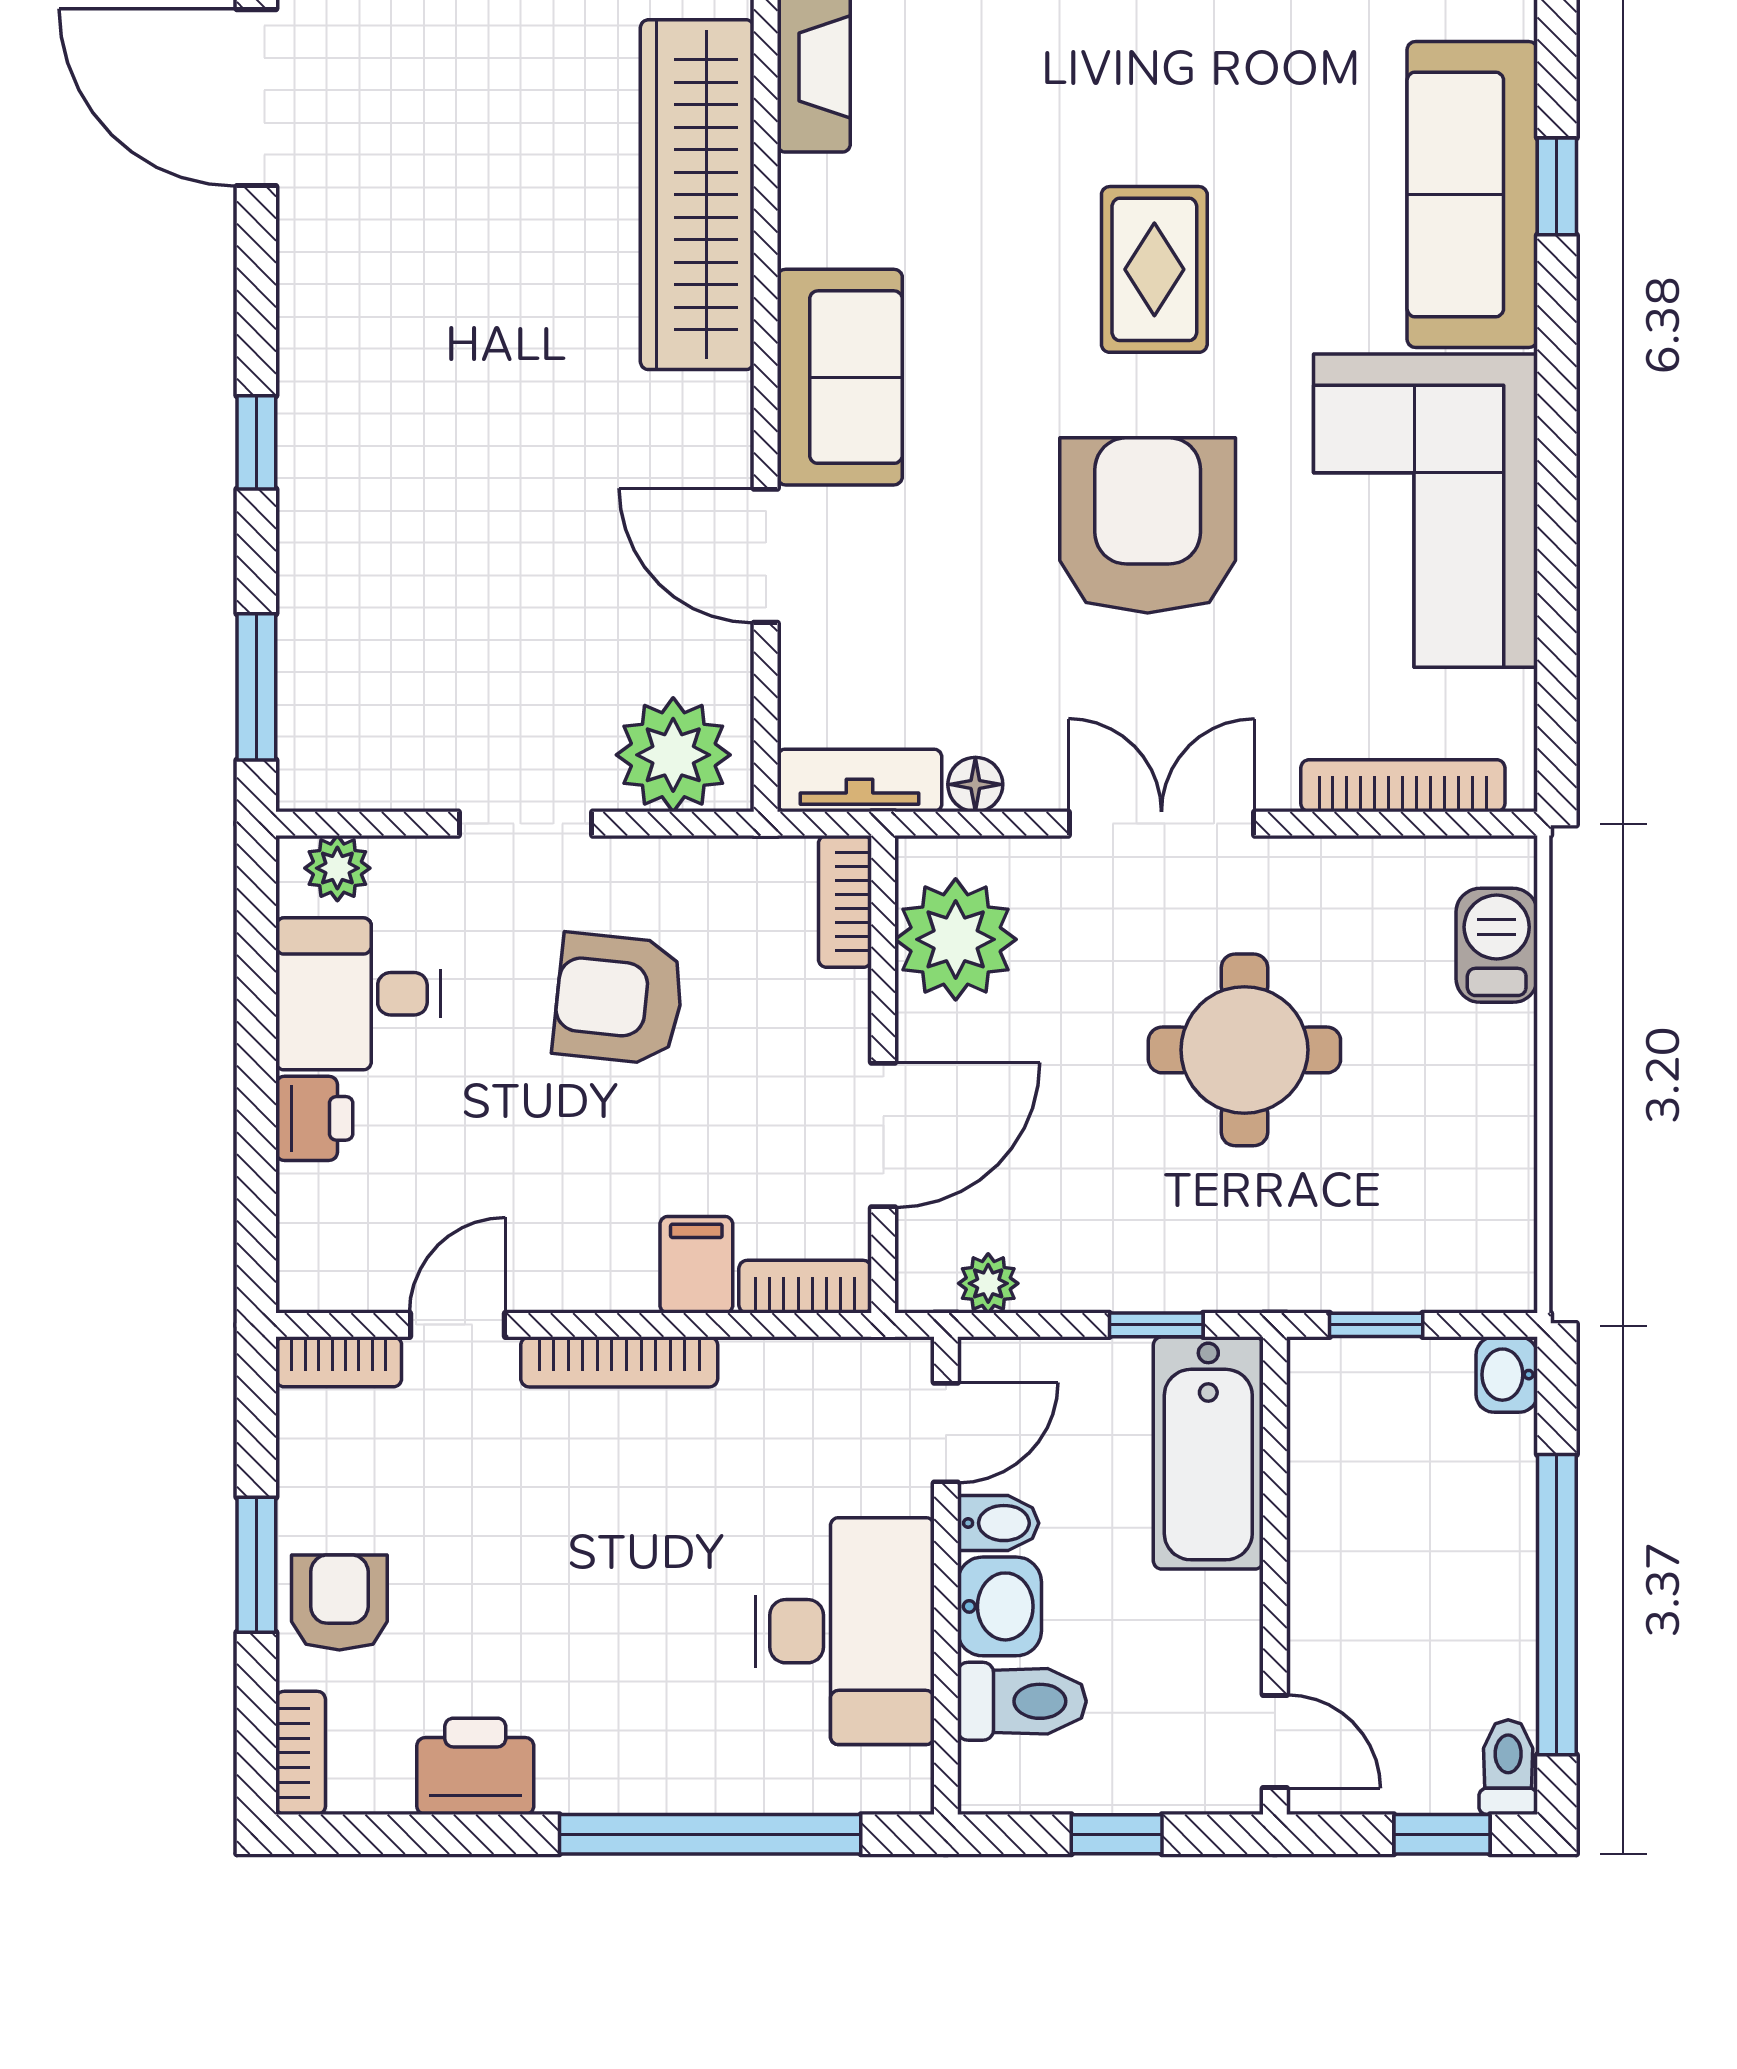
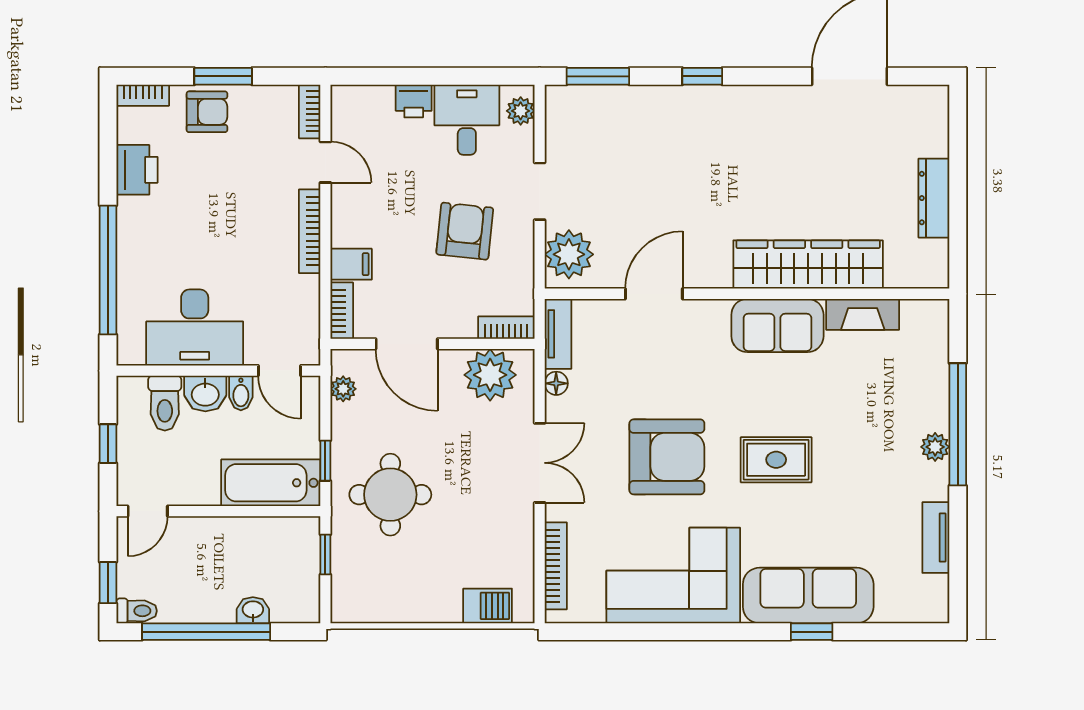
sofa: (840, 377) -> (777, 325), moved
round table: (1244, 1050) -> (390, 495), moved
washbasin: (1507, 1375) -> (253, 610), moved

